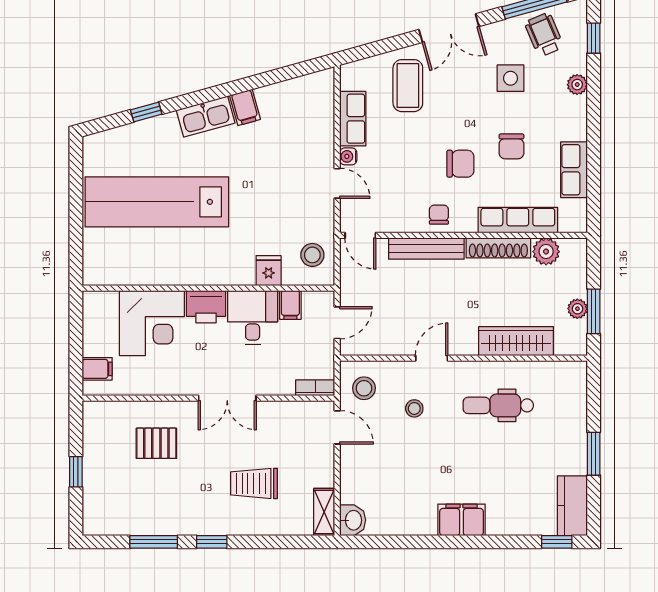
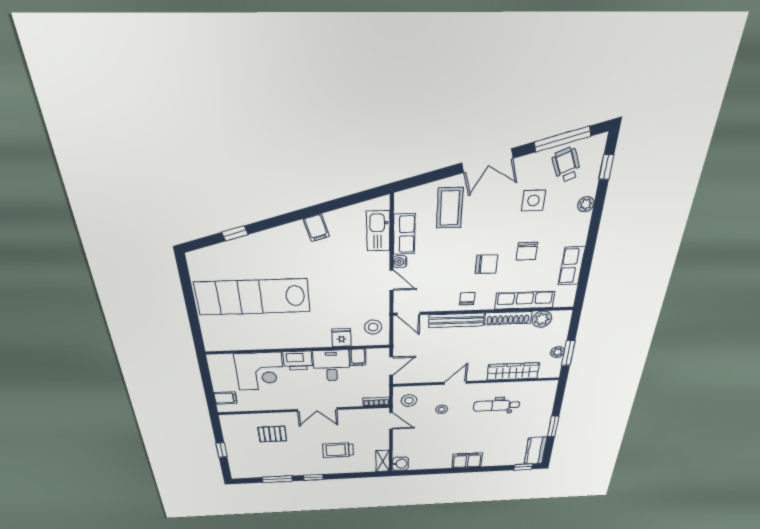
kitchen sink: (206, 117) -> (378, 231), moved, turned 105

